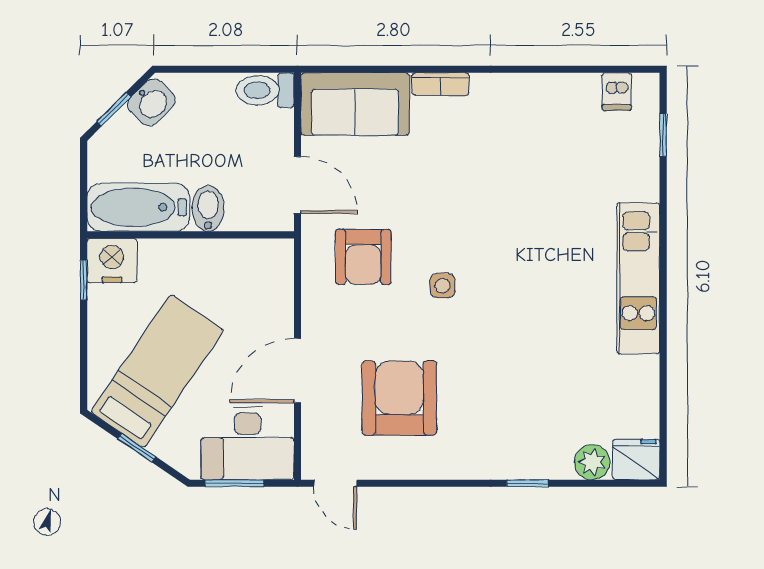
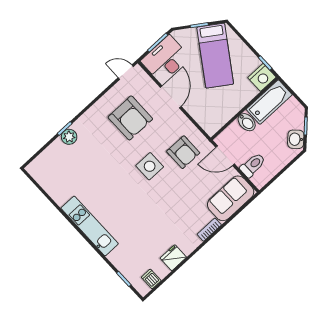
toilet: (265, 90) -> (253, 165), moved
armchair: (363, 257) -> (183, 152), turned 180
side table: (442, 286) -> (150, 166), width x1.87, depth x1.87
fridge: (636, 459) -> (173, 258), moved, turned 180
plant: (592, 462) -> (69, 137), moved

